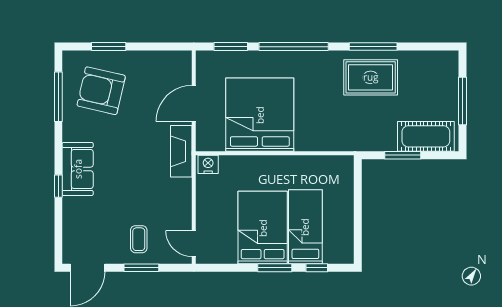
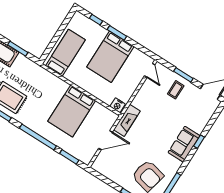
bed: (260, 115) -> (72, 111), width x0.73
bed: (305, 227) -> (65, 53), moved, turned 180

